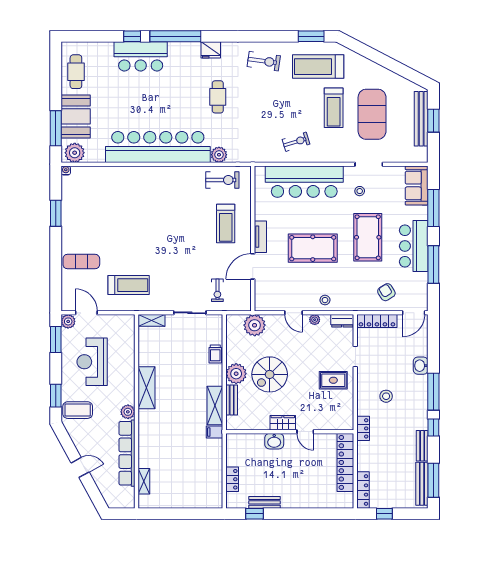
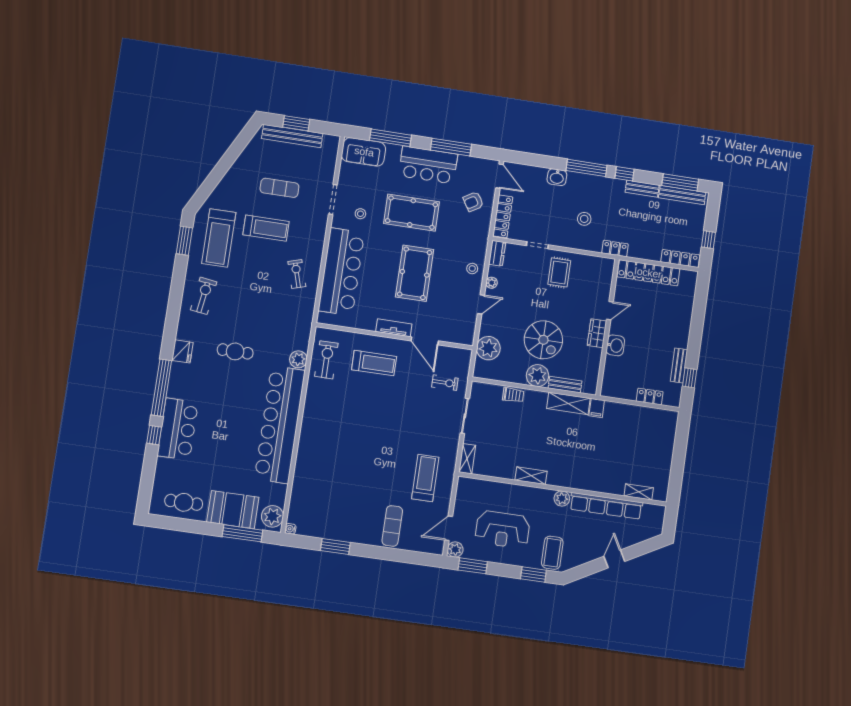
exercise mat: (372, 114) -> (279, 188), width x0.50, depth x0.69
shelving: (147, 388) -> (531, 476), width x0.67, depth x0.75

